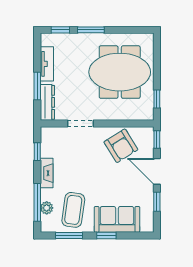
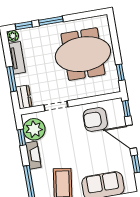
plant: (46, 39) -> (13, 36), added
dresser: (47, 102) -> (24, 97), width x0.70
armchair: (121, 146) -> (95, 119), turned 122
plant: (47, 208) -> (34, 129), moved, width x1.87, depth x1.87

